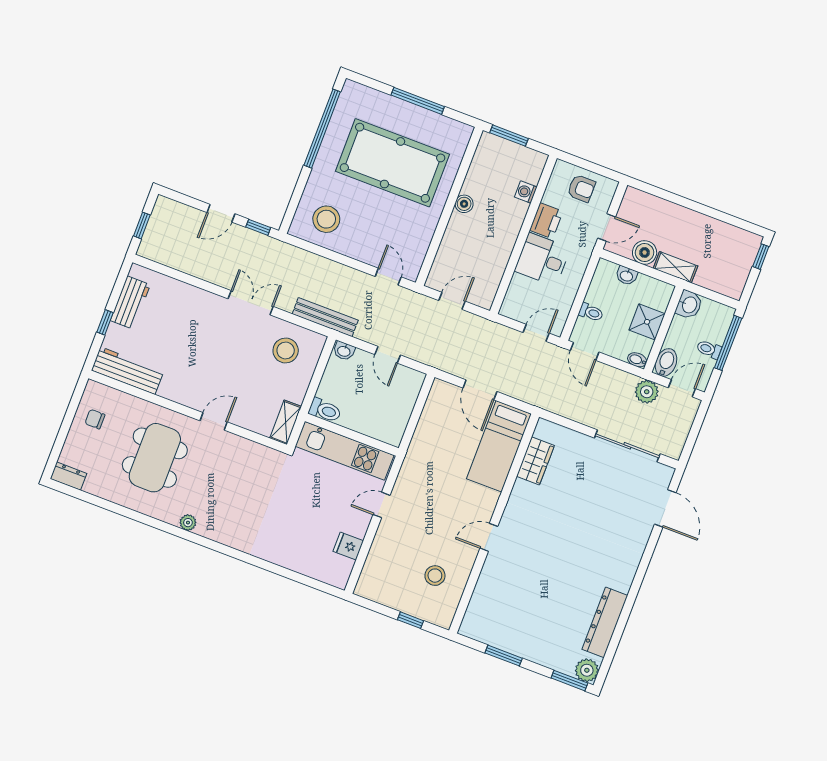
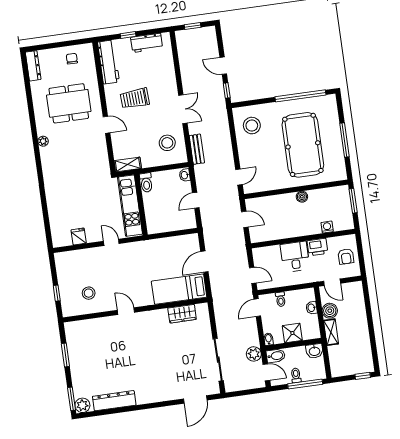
bench: (325, 317) -> (197, 149), width x0.73
trolley: (199, 362) -> (135, 98), added
dresser: (68, 476) -> (33, 66), width x1.44

